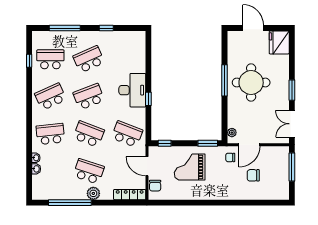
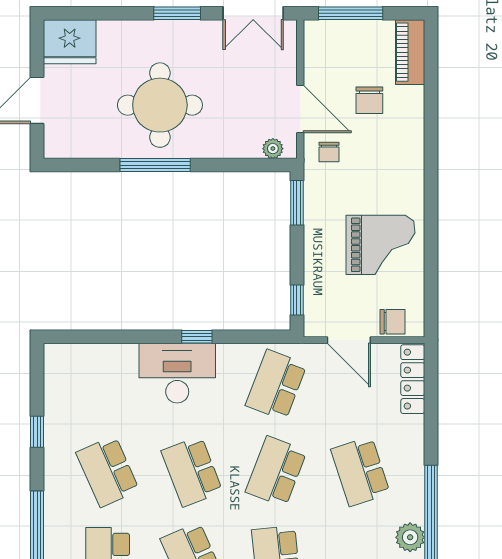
door: (147, 166) -> (349, 340), hinge flipped
grand piano: (190, 167) -> (381, 245), moved, turned -90
school desk: (89, 171) -> (360, 471), turned -36
plant: (93, 193) -> (410, 537), moved
piano: (275, 193) -> (410, 52), added

